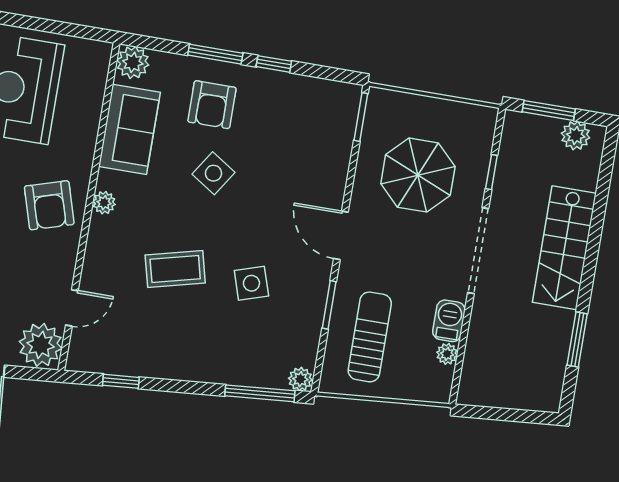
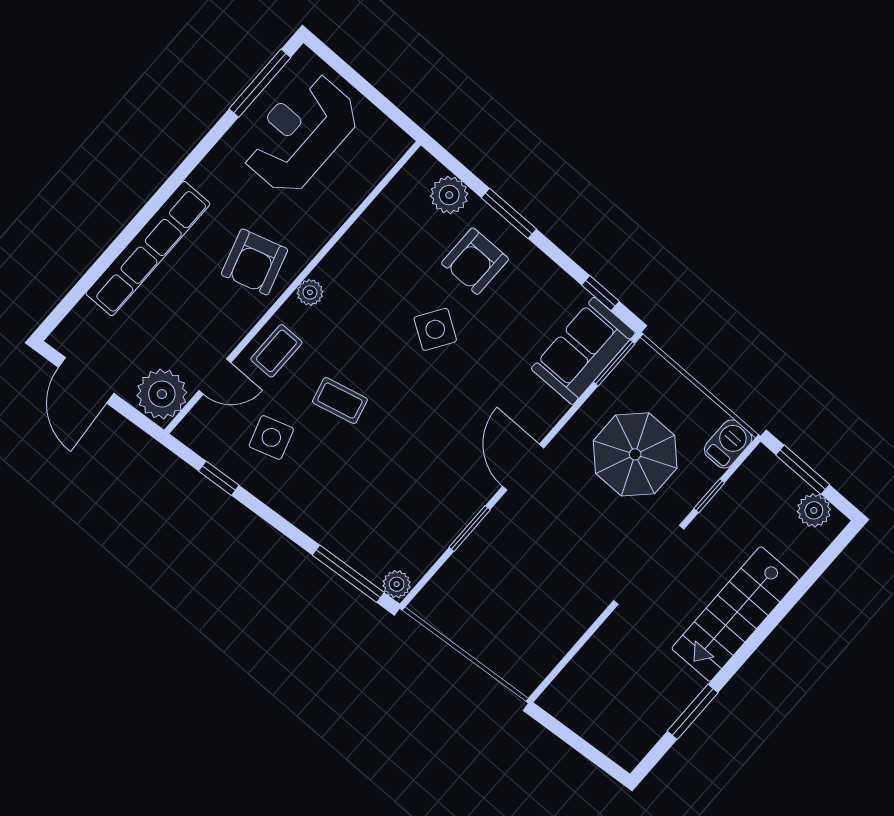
plant: (133, 62) -> (449, 195), moved
window: (274, 64) -> (600, 293), moved
sofa: (129, 129) -> (583, 351), moved, turned 180
coffee table: (106, 261) -> (276, 351), added
coffee table: (175, 269) -> (340, 401), width x0.73, depth x0.77
side table: (251, 283) -> (271, 437), moved
barbecue: (449, 321) -> (728, 444), moved
sun lounger: (370, 337) -> (490, 584), removed
plant: (447, 354) -> (556, 648), removed

